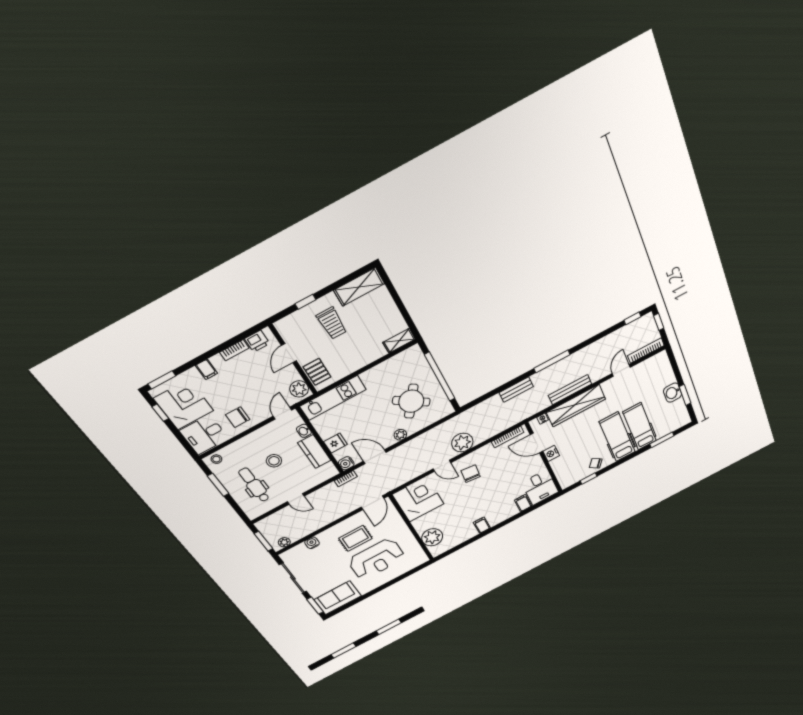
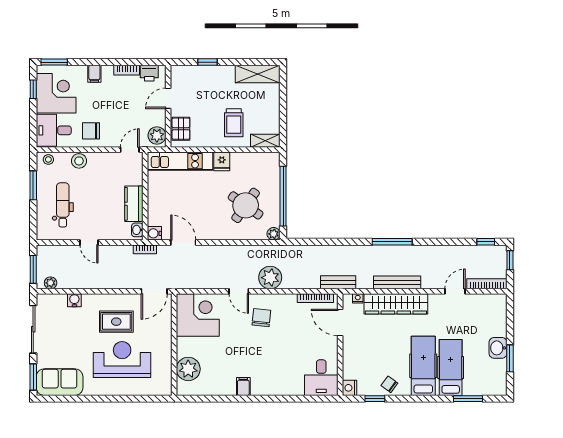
trolley: (332, 323) -> (234, 123), moved
bench: (516, 390) -> (338, 282), moved
washbasin: (304, 431) -> (137, 230), moved
plant: (400, 435) -> (274, 234), moved
fridge: (336, 443) -> (222, 161), moved, turned 90
nightstand: (551, 453) -> (350, 388), moved
stool: (274, 461) -> (79, 161), moved
filing cabinet: (523, 503) -> (296, 386), removed
reception desk: (376, 559) -> (122, 359), turned 180

